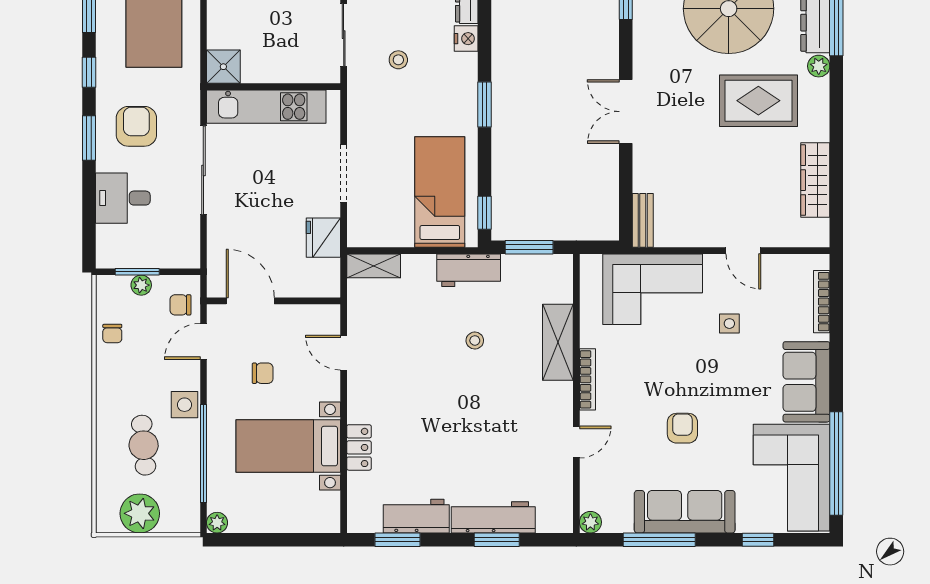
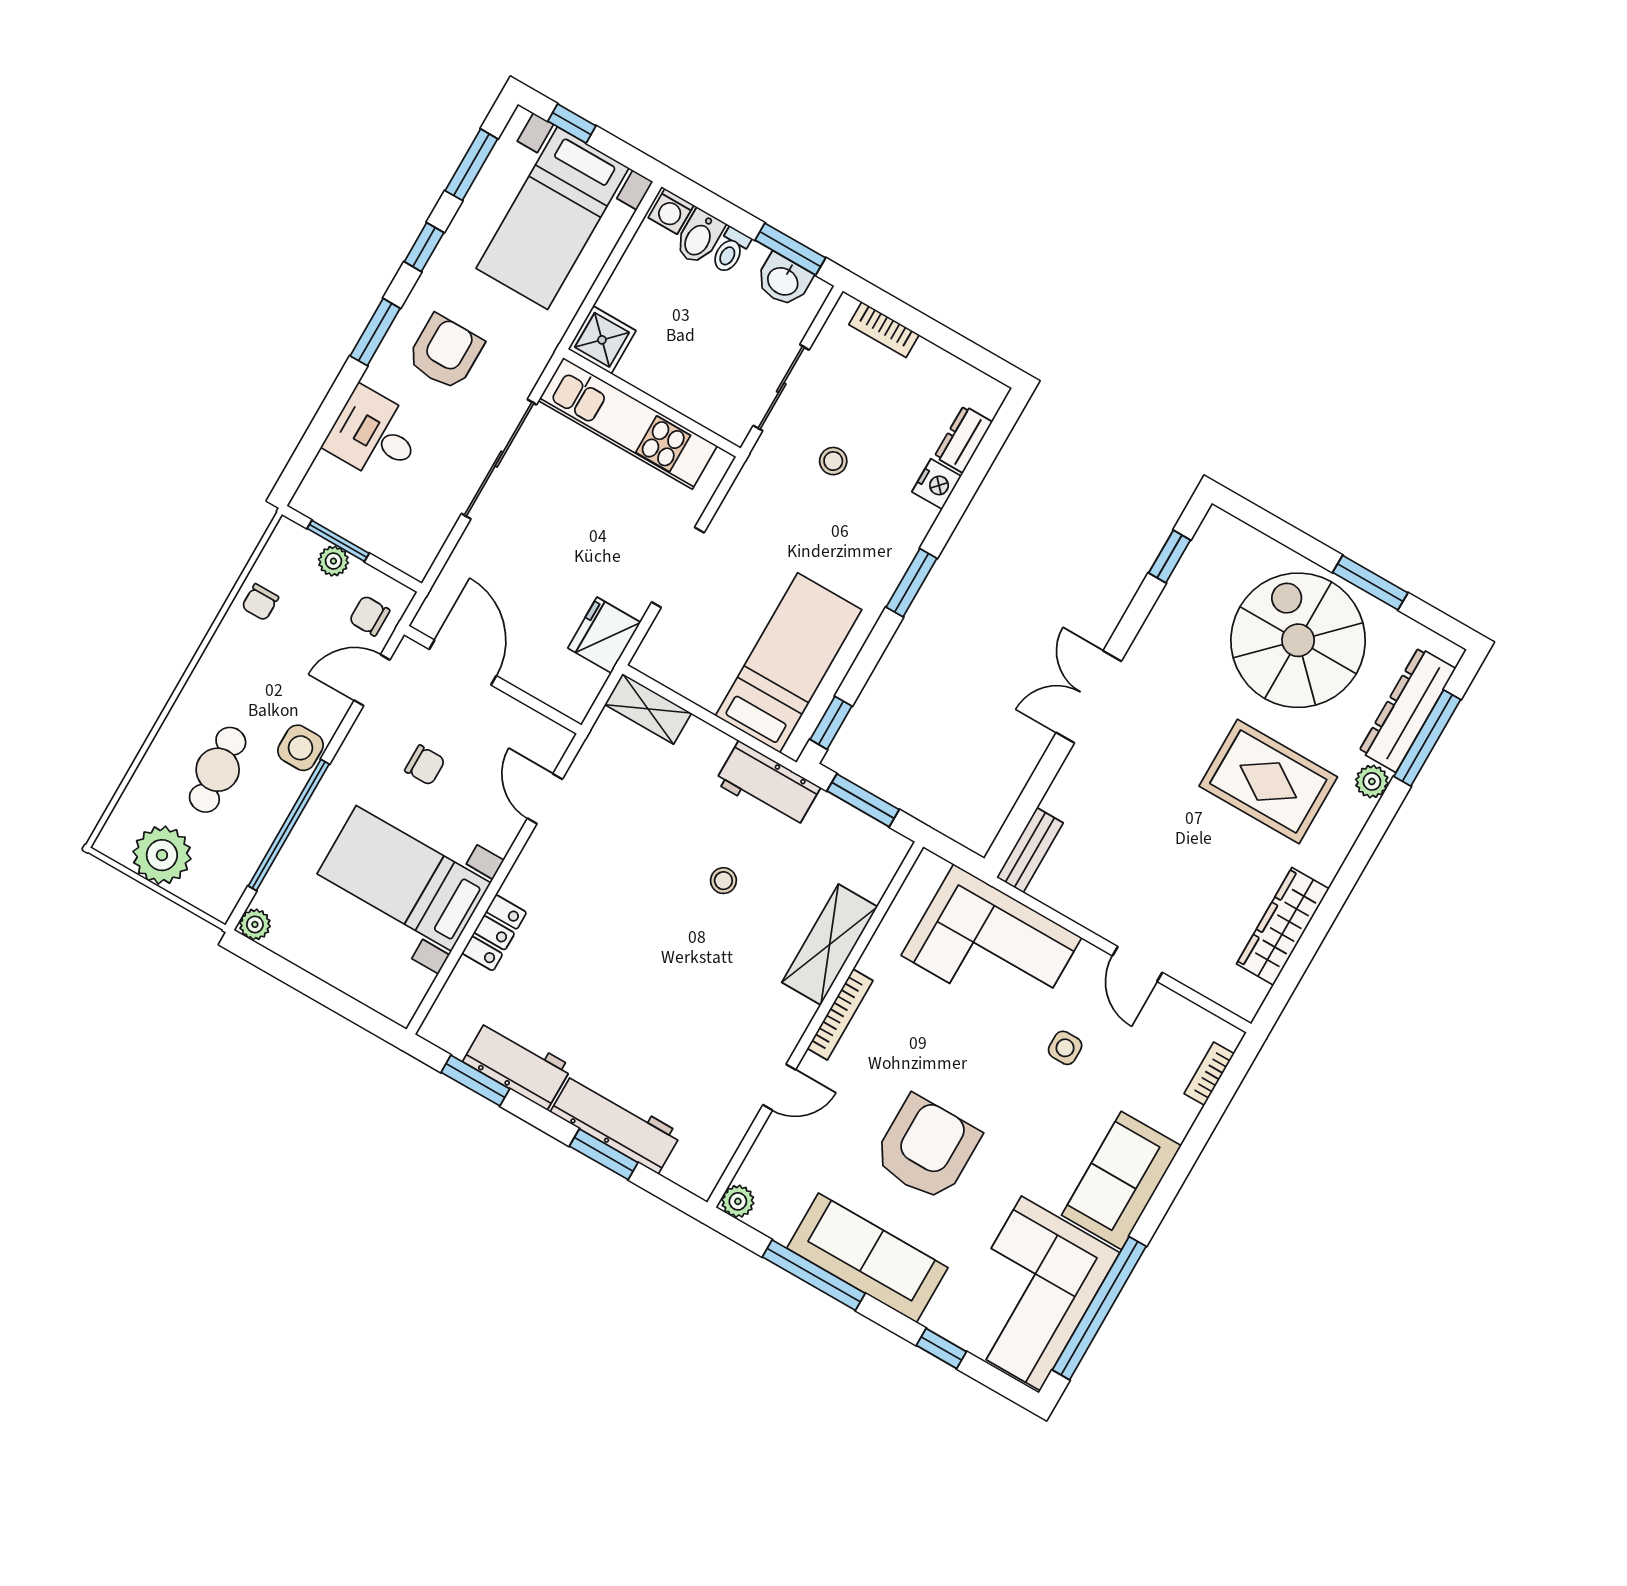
bookcase: (822, 302) -> (1209, 1074), width x0.64
armchair: (682, 428) -> (927, 1148), width x1.88, depth x1.88

